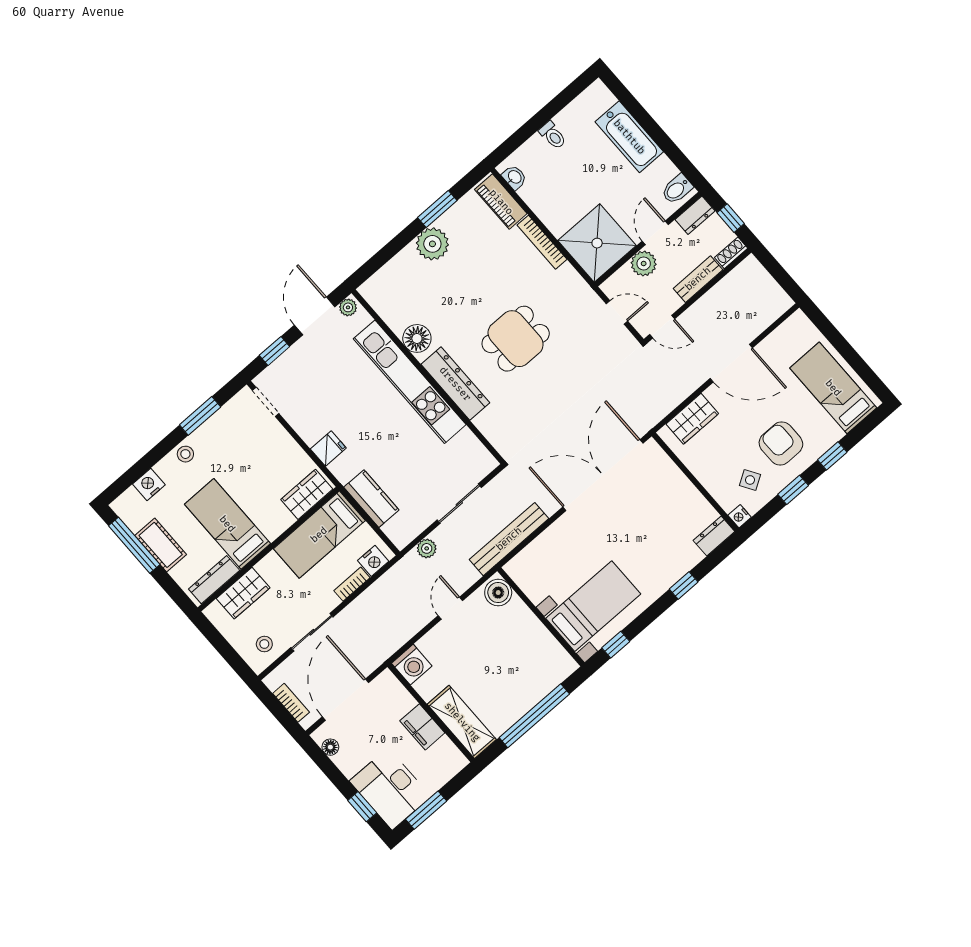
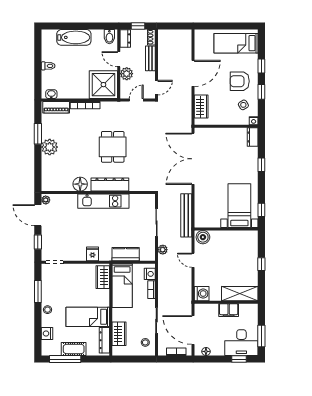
kitchen unit: (410, 382) -> (103, 201), width x0.73
window: (534, 716) -> (261, 264), width x0.32

